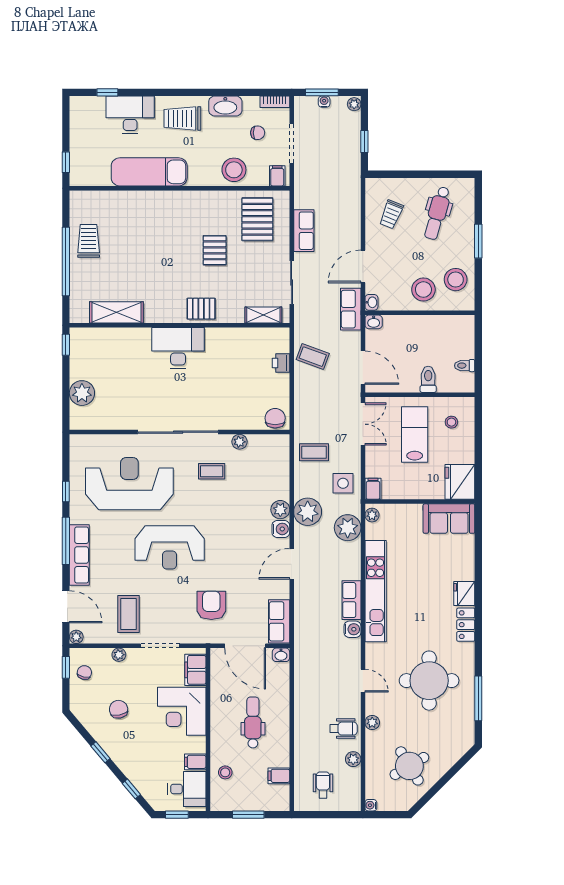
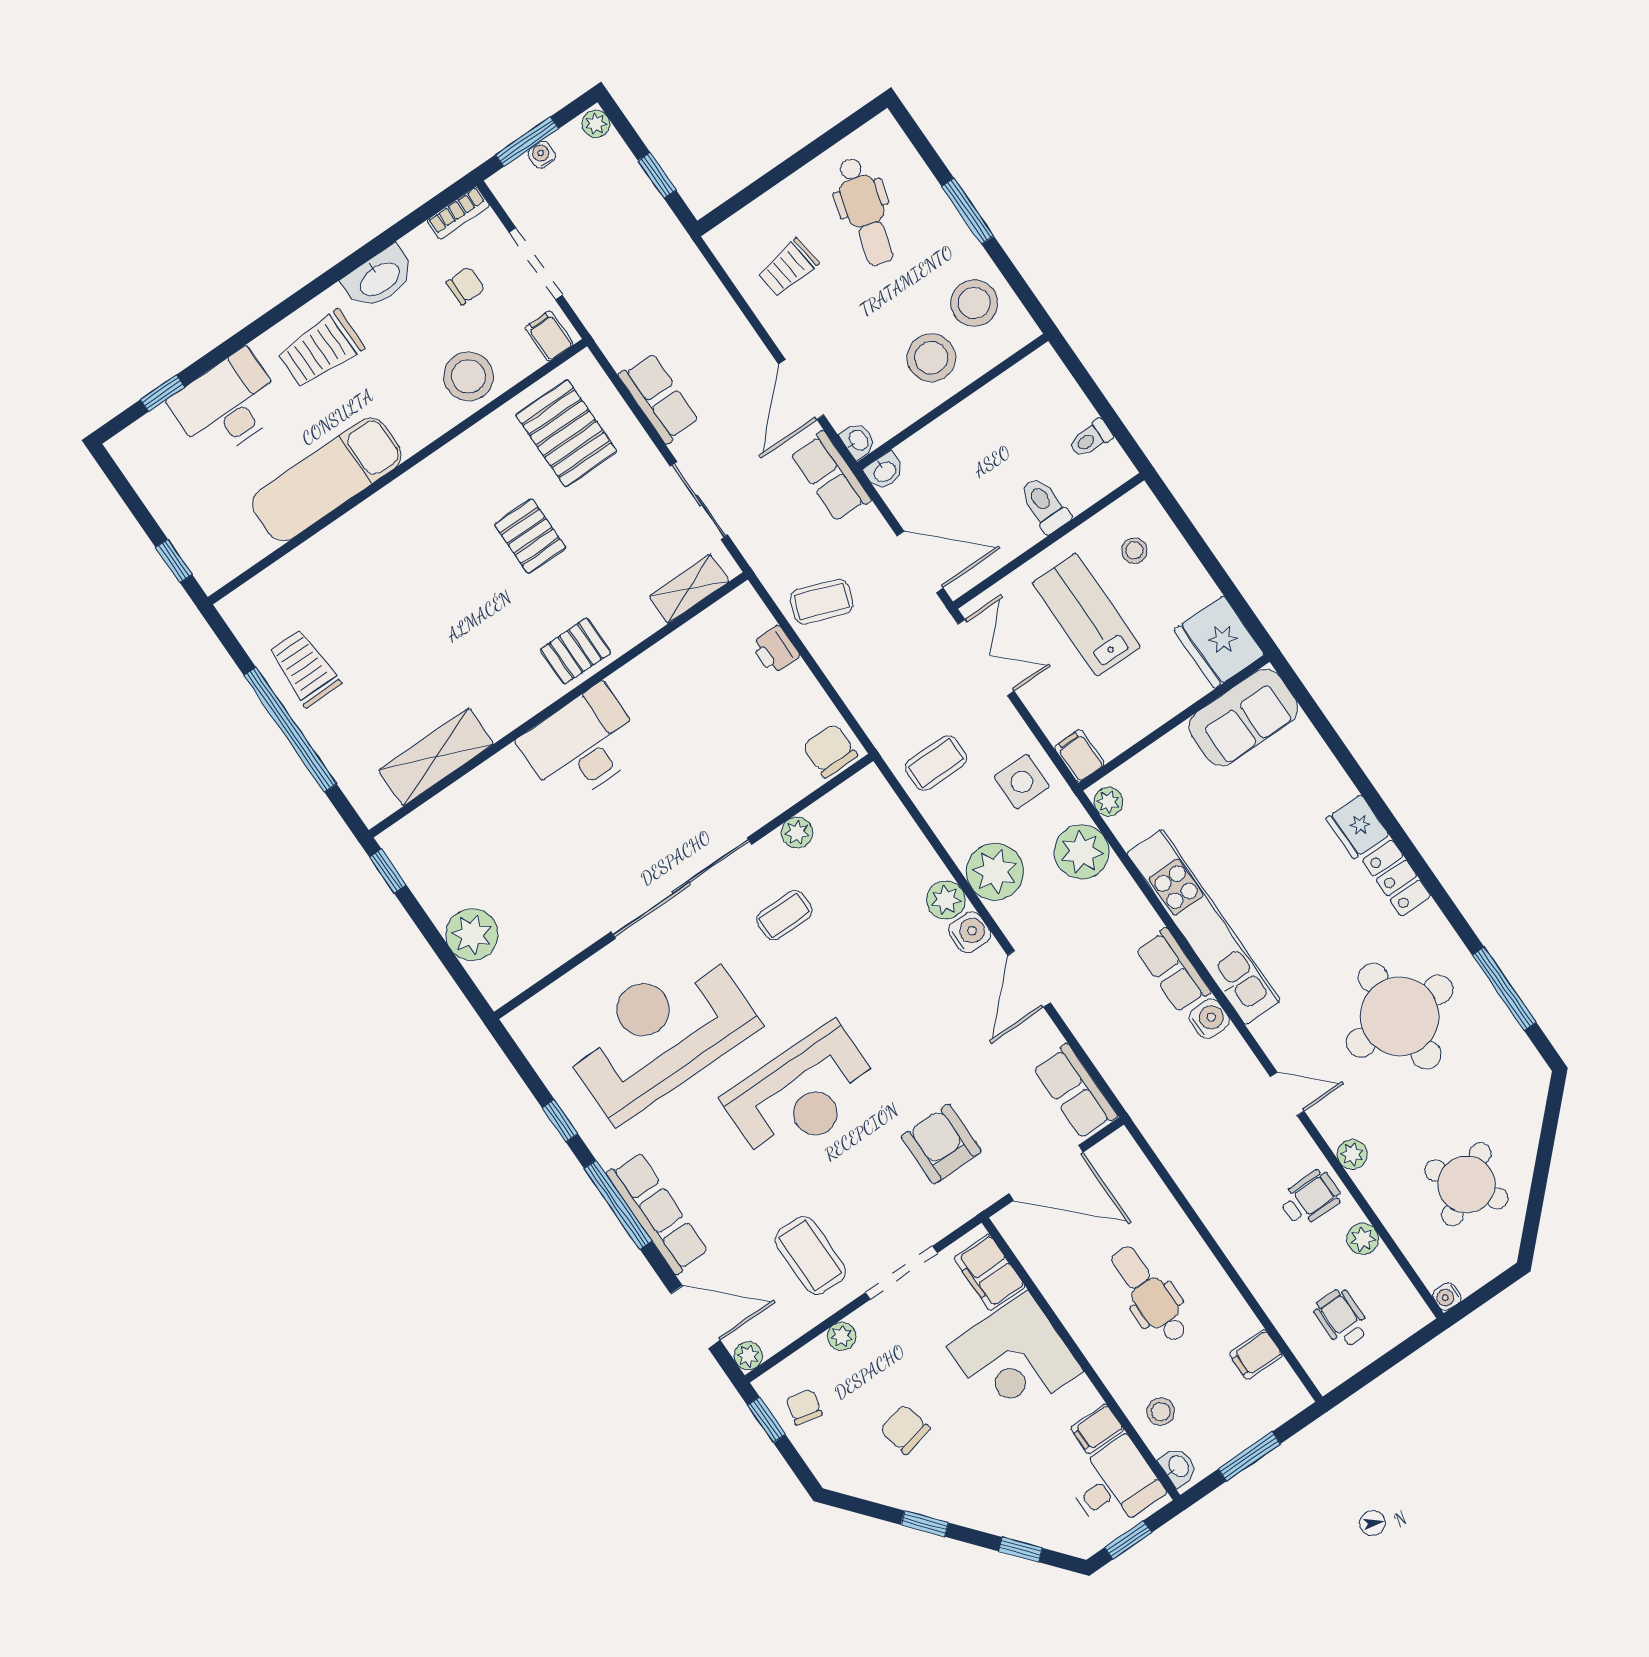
trolley: (391, 214) -> (788, 268), turned 61
washbasin: (281, 655) -> (1178, 1467), moved, turned -90

